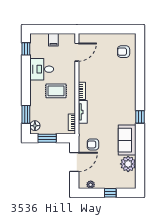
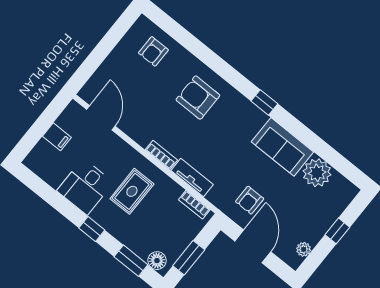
window: (26, 49) -> (92, 229), moved
armchair: (119, 87) -> (198, 98), added

